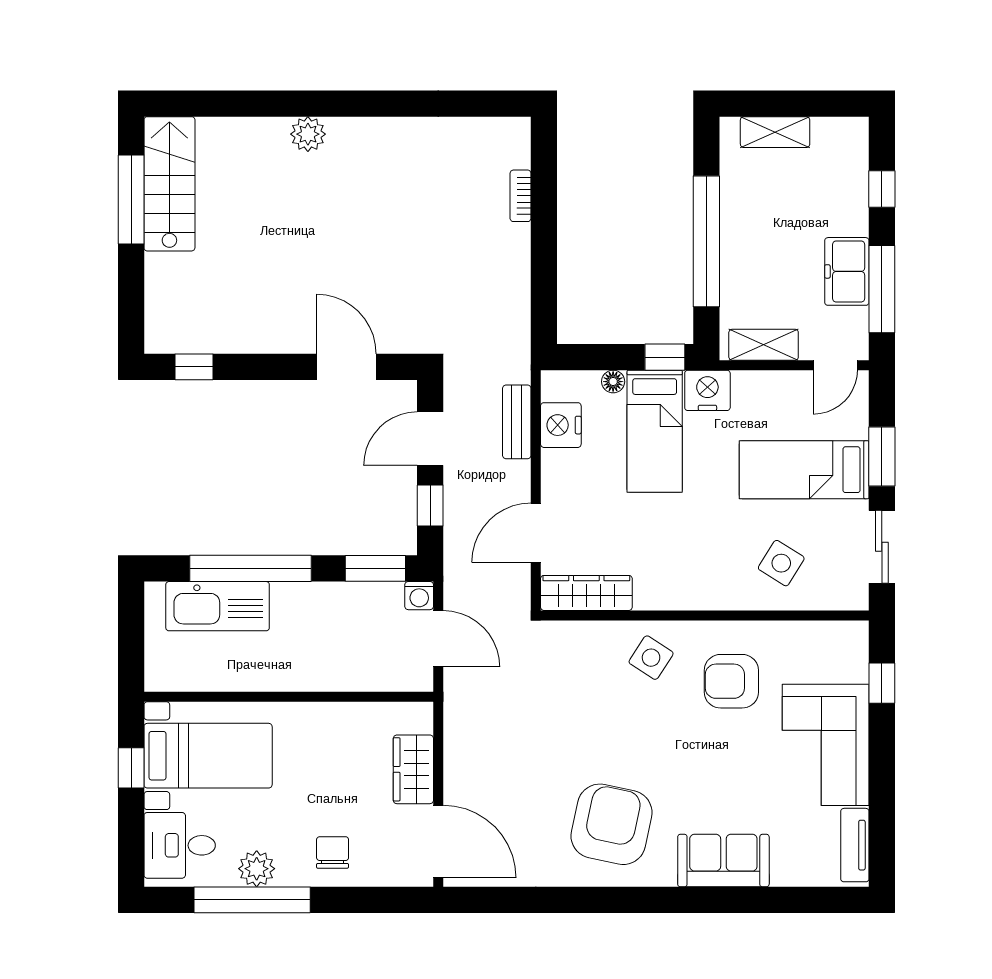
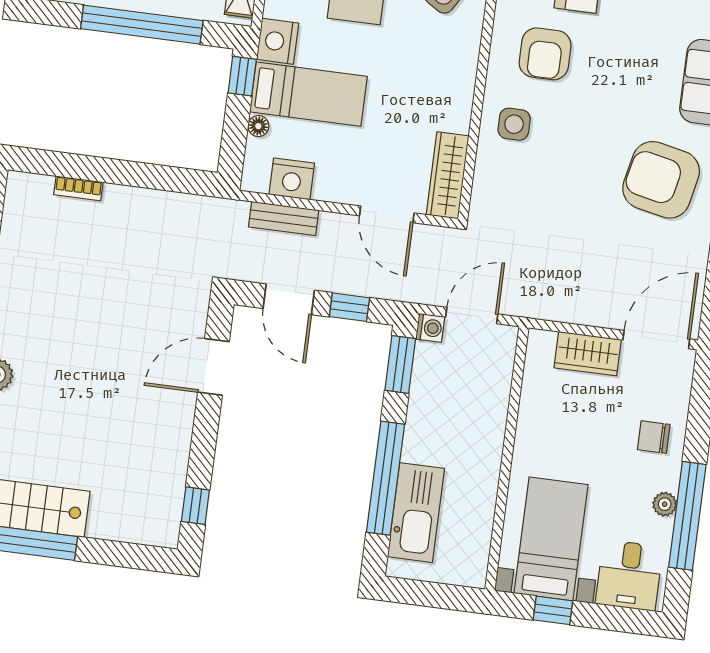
side table: (651, 658) -> (514, 124), turned -33
plant: (257, 869) -> (665, 504), width x0.73, depth x0.73

